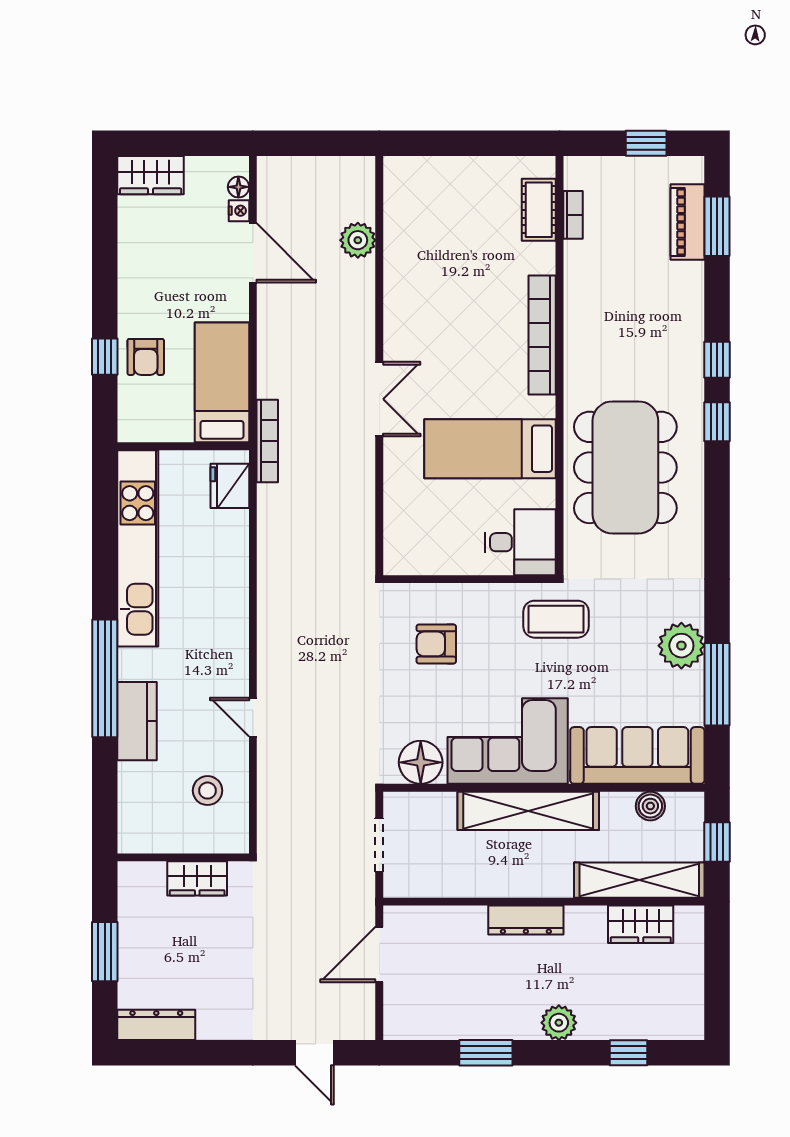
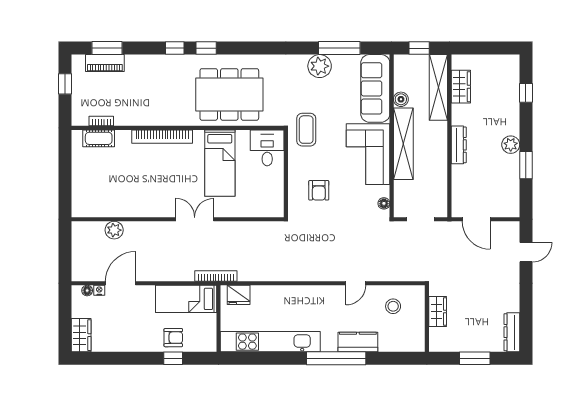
floor lamp: (421, 762) -> (384, 203), width x0.53, depth x0.53
boiler: (650, 806) -> (401, 99), moved
plant: (559, 1023) -> (511, 145), moved

